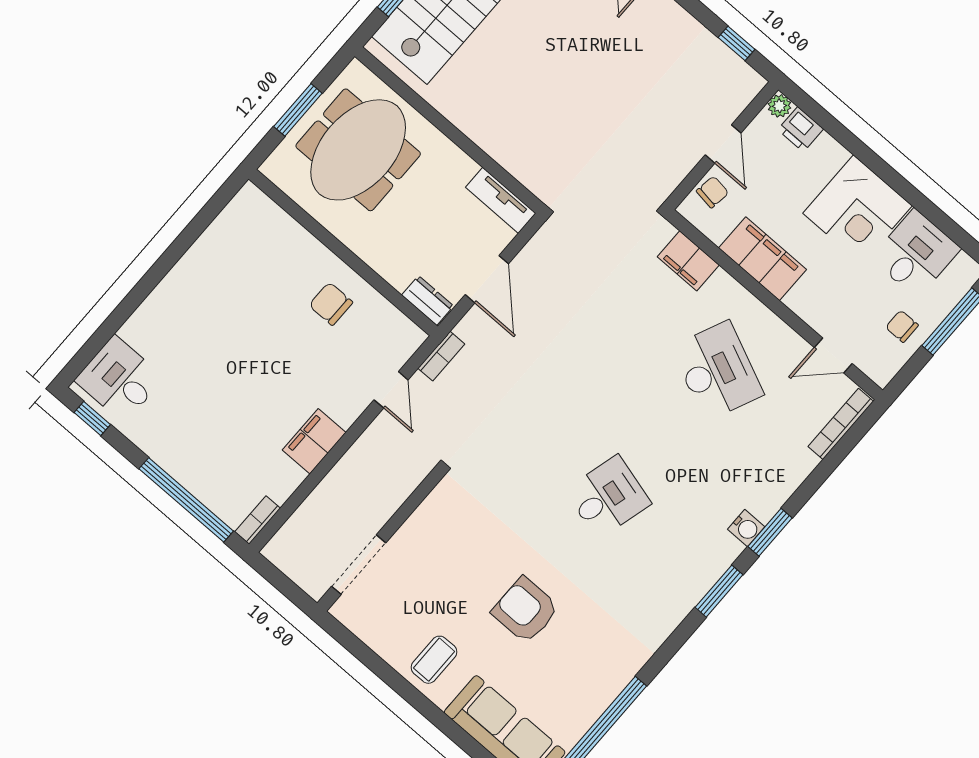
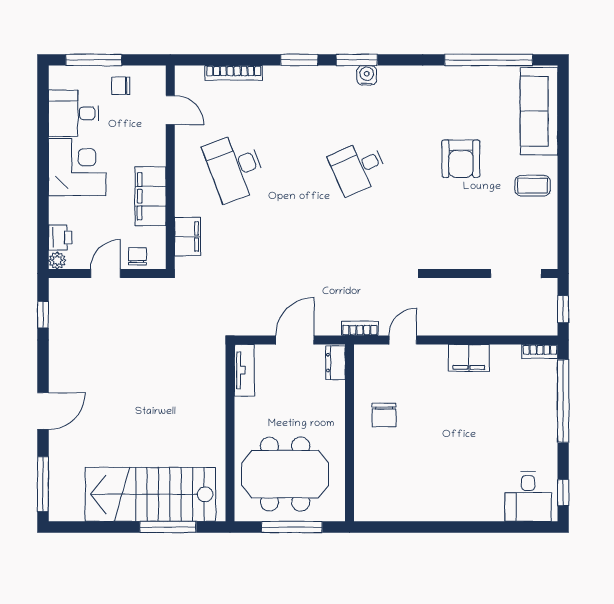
window: (298, 110) -> (292, 527), width x1.44
chair: (712, 192) -> (137, 256), turned 82
chair: (902, 326) -> (121, 86), turned 90
desk: (717, 371) -> (235, 167), turned -45
bookcase: (841, 424) -> (234, 73), moved
desk: (608, 497) -> (358, 167), turned -39
water cooler: (746, 528) -> (367, 75), moved
window: (280, 581) -> (563, 309), added

